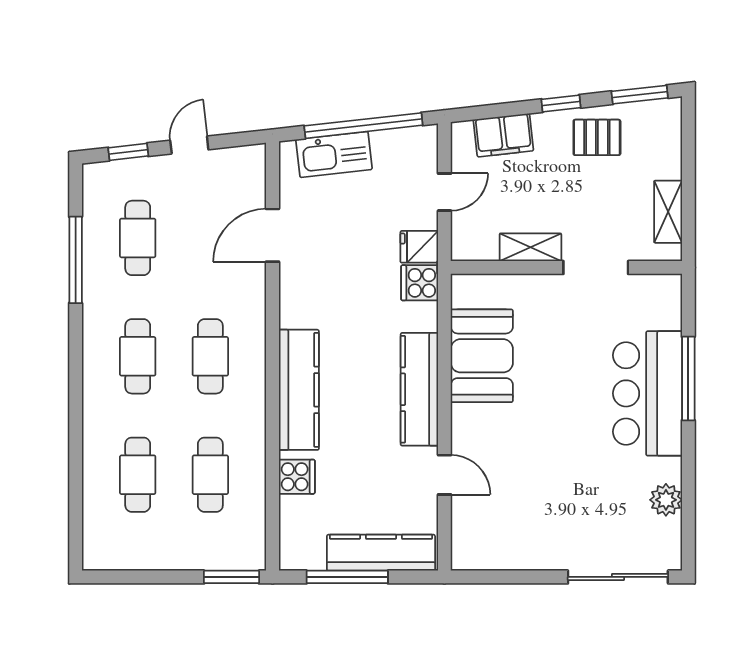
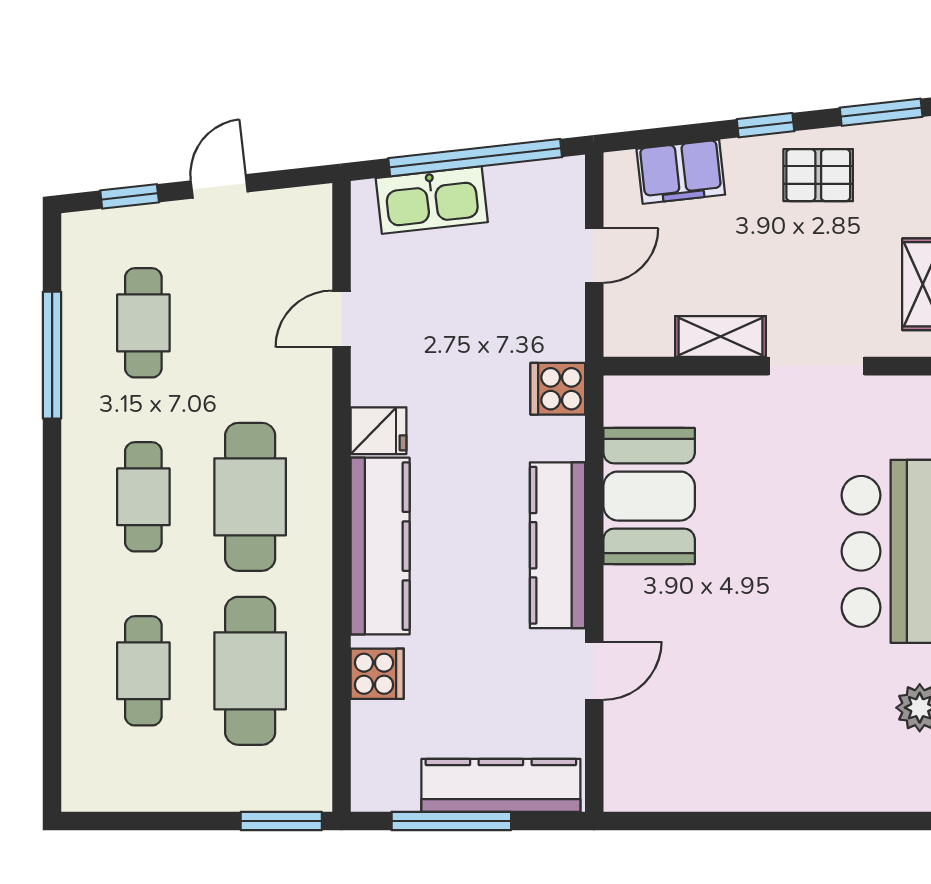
door: (273, 235) -> (341, 319), width x0.73
fridge: (419, 247) -> (379, 431), moved, turned 180
cafe table: (210, 356) -> (250, 497), width x1.37, depth x1.35
cafe table: (210, 475) -> (250, 671), width x1.37, depth x1.35
door: (444, 475) -> (594, 671), hinge flipped
sliding door: (618, 577) -> (849, 821), removed

